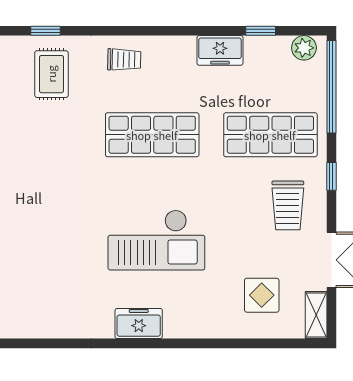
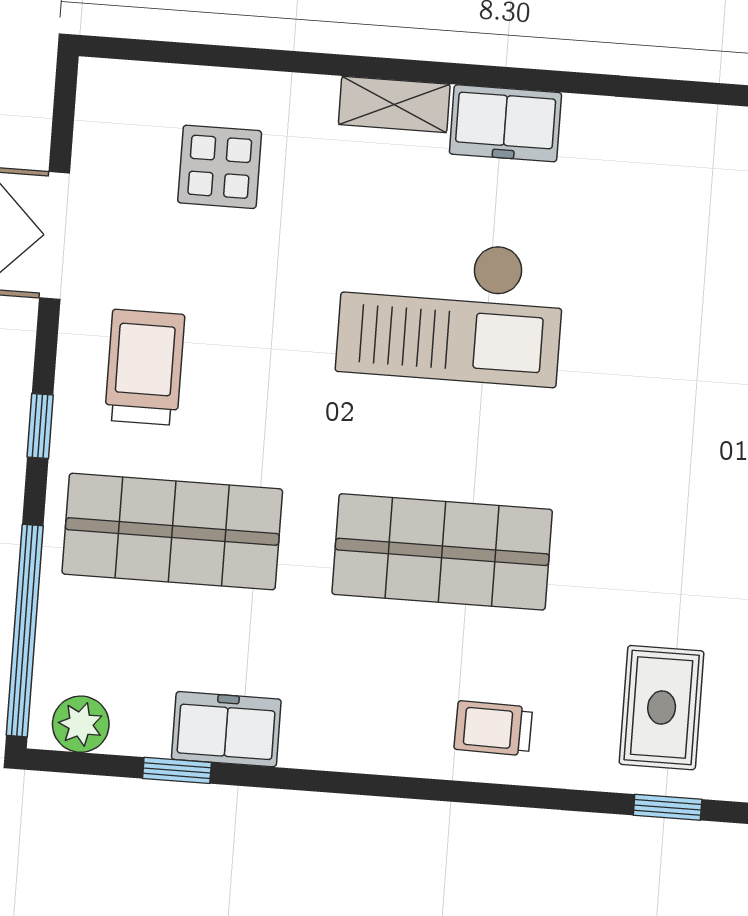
freezer: (220, 50) -> (226, 729), moved
checkout: (156, 240) -> (451, 311), turned 180
shelving: (316, 315) -> (394, 104), moved, turned 90

